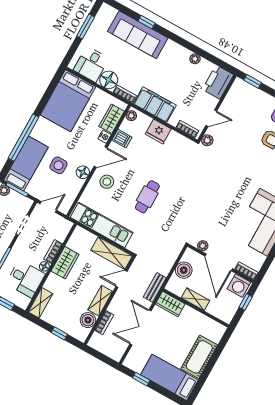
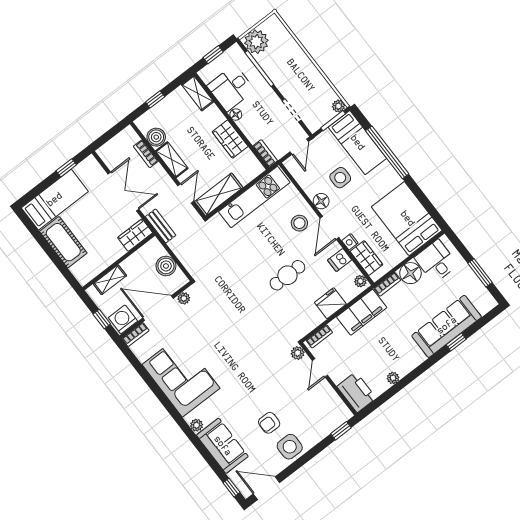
cafe table: (147, 197) -> (287, 275), moved, turned 90
bookcase: (53, 251) -> (265, 153), moved
shelving: (196, 299) -> (110, 280), moved

